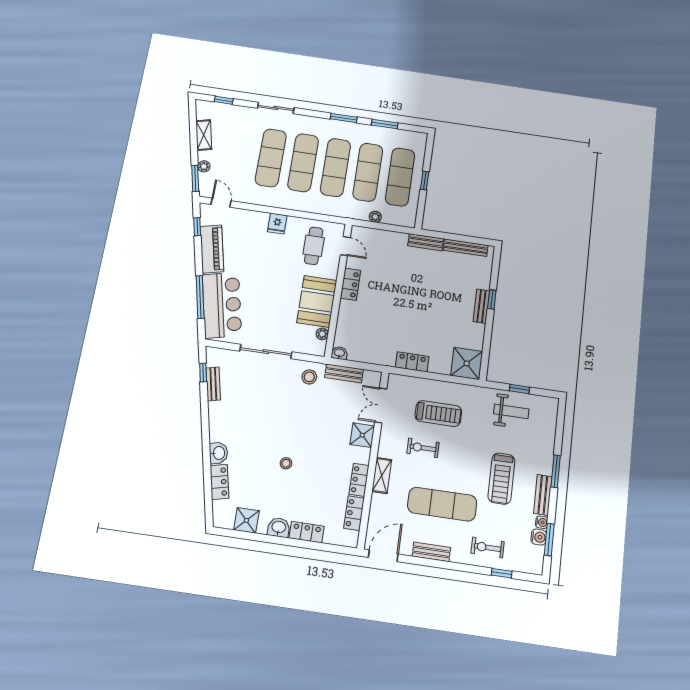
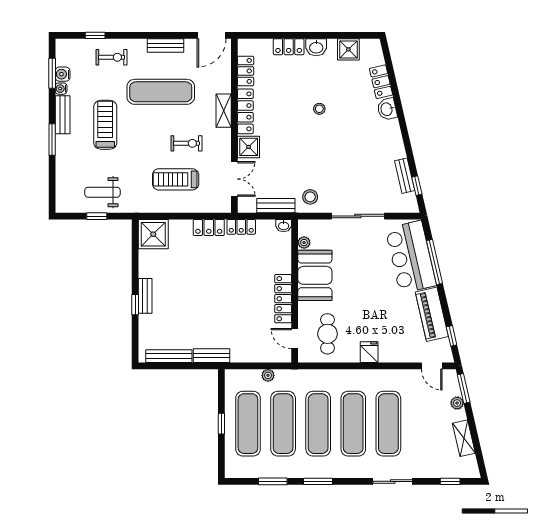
locker: (351, 284) -> (283, 299), width x1.53
locker: (381, 358) -> (241, 227), added
locker: (359, 480) -> (245, 111), width x1.53

